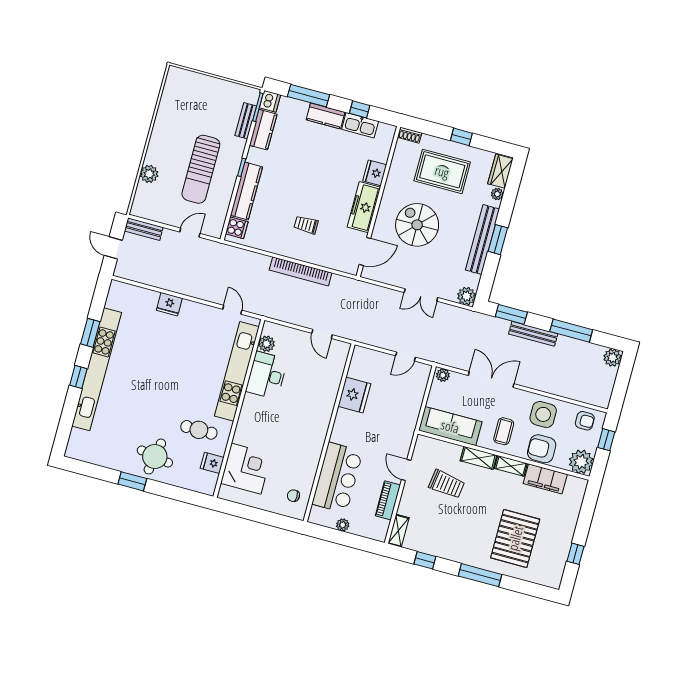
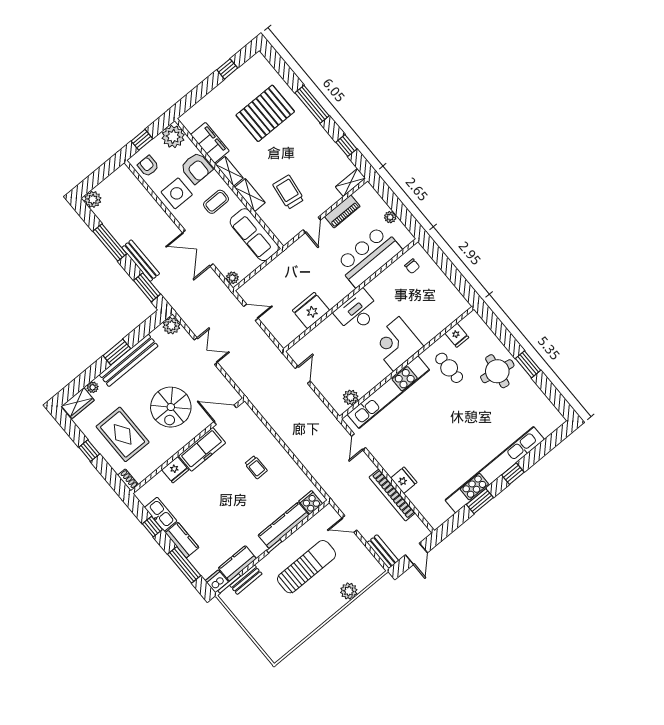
bookcase: (301, 271) -> (392, 495), moved, turned 180
desk: (267, 375) -> (357, 312), moved, turned 180
corner desk: (246, 469) -> (396, 344), moved

